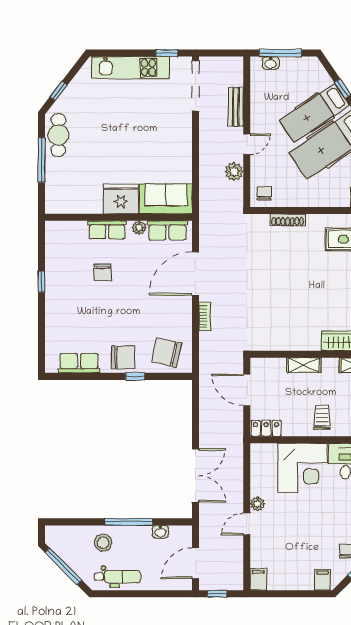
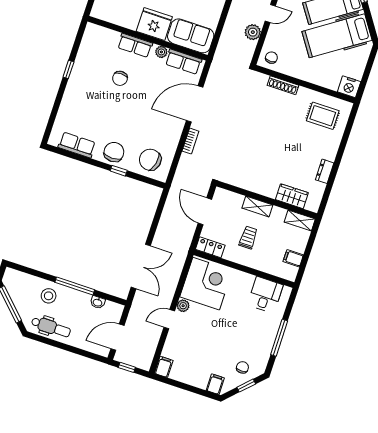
chair: (123, 357) -> (114, 152), turned -90
trolley: (322, 417) -> (248, 237), moved
corner desk: (303, 468) -> (206, 284), moved, turned -90

